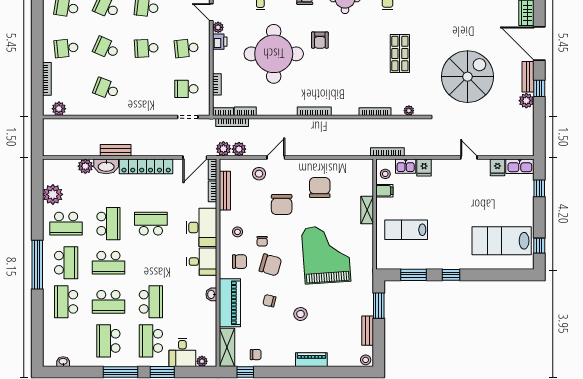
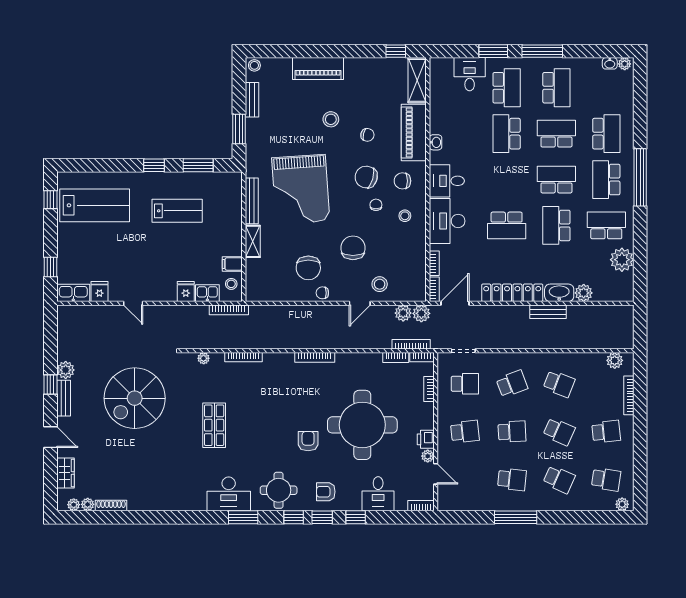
door: (539, 43) -> (50, 437), width x0.53
school desk: (146, 89) -> (512, 384), added
bench: (225, 191) -> (252, 201), moved
lab bench: (406, 230) -> (177, 211), moved
chair: (256, 355) -> (322, 293), moved
piano: (311, 360) -> (318, 69), width x1.37, depth x1.33
plant: (202, 361) -> (625, 64), moved

